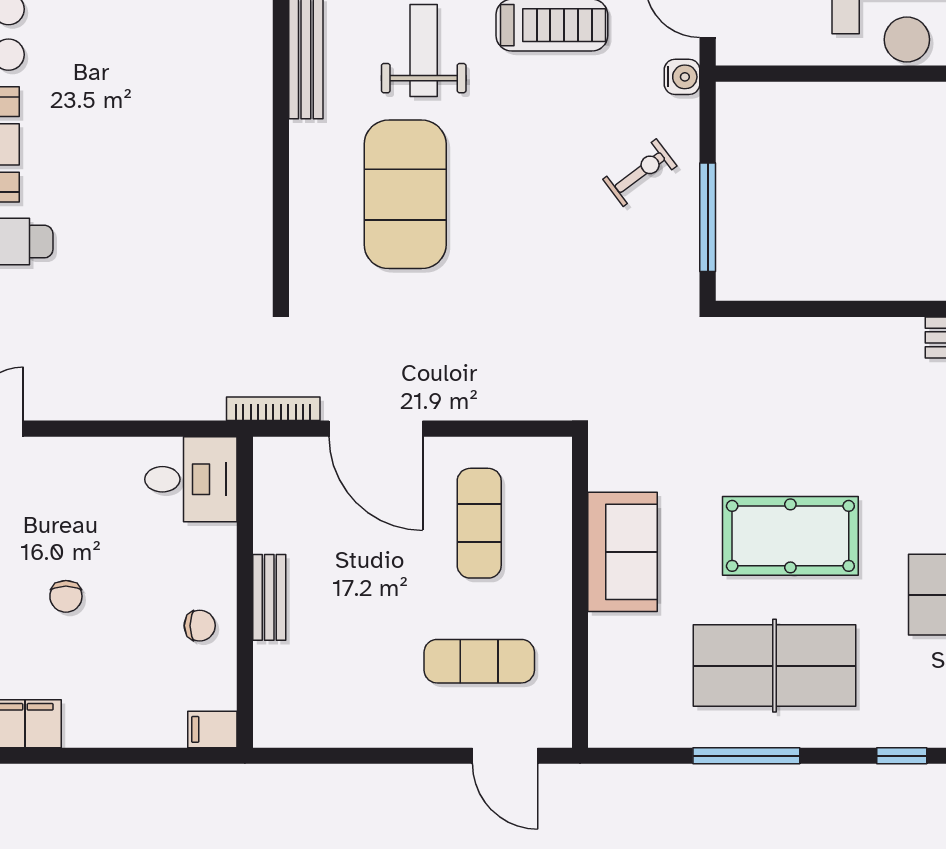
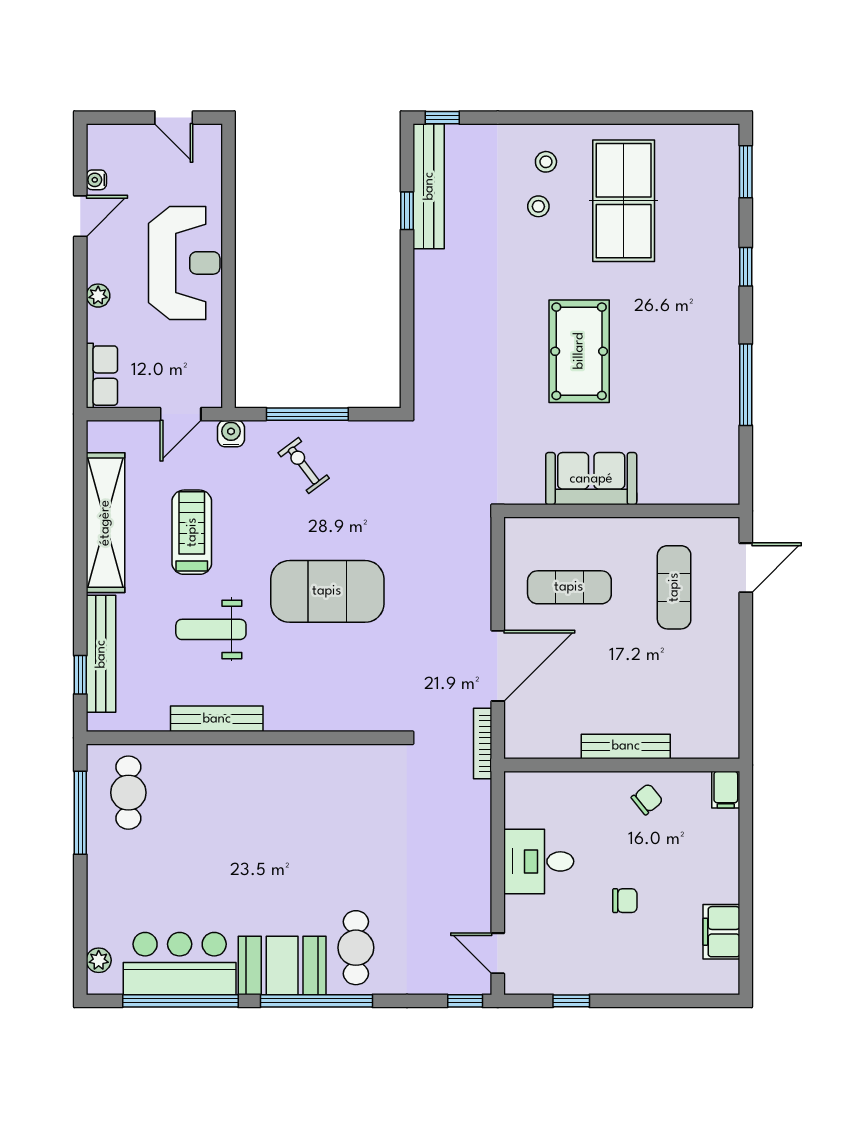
exercise mat: (405, 194) -> (327, 591), moved
window: (708, 217) -> (307, 414), moved
desk: (191, 479) -> (539, 861), moved, turned -90
bench: (269, 597) -> (626, 746), width x1.36
chair: (200, 626) -> (647, 799), turned 51
table tennis table: (774, 666) -> (677, 363), removed

